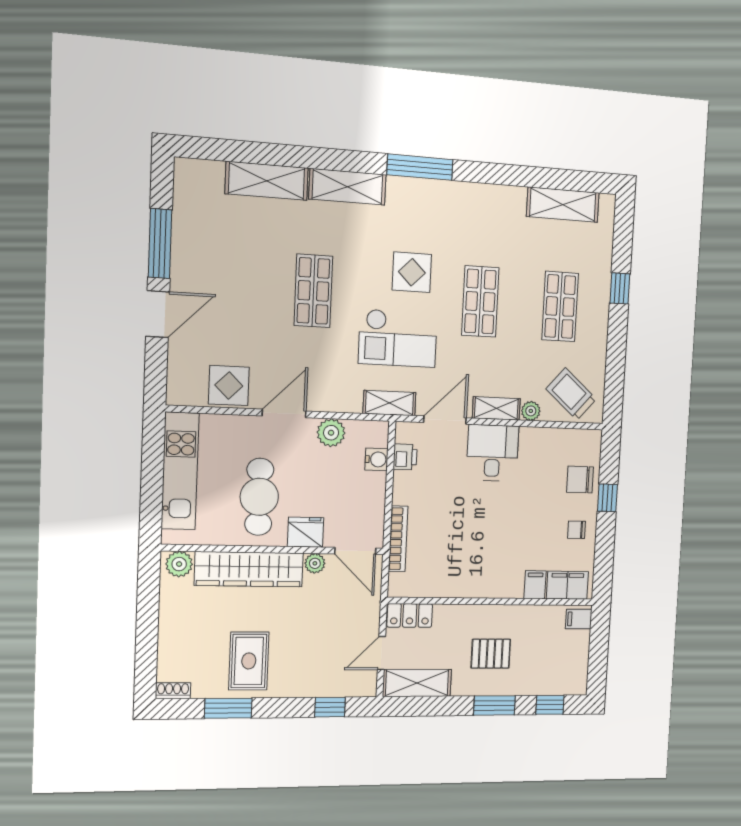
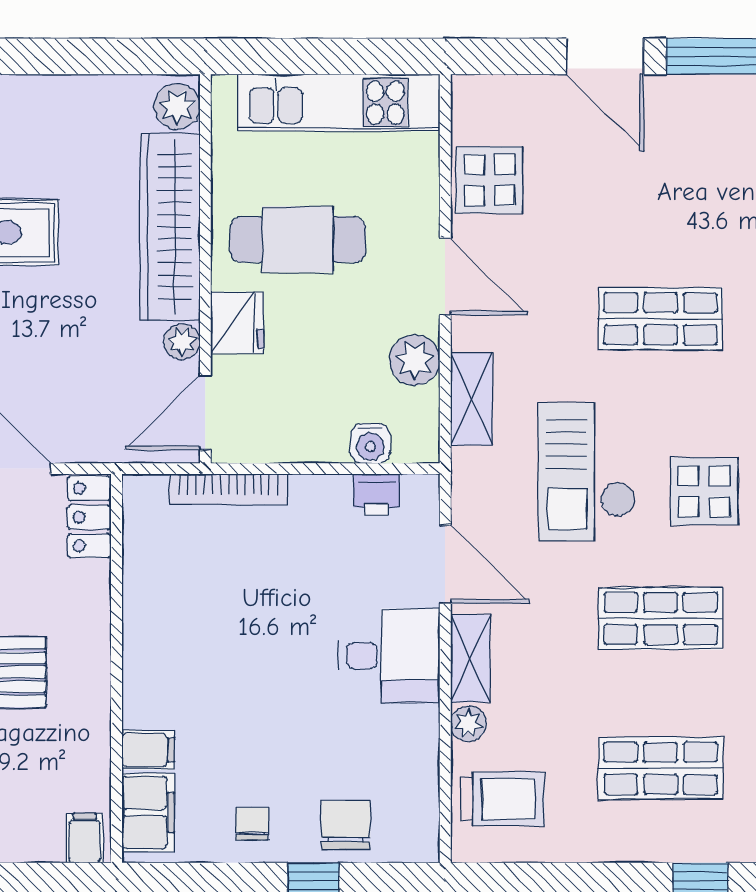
trolley: (571, 394) -> (503, 799), turned 49
shelving: (389, 403) -> (471, 399), moved

